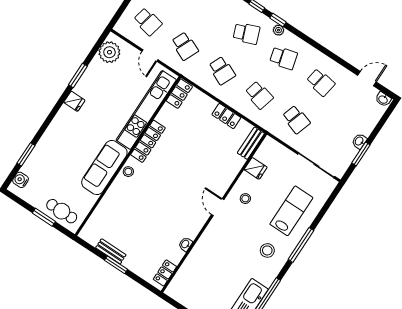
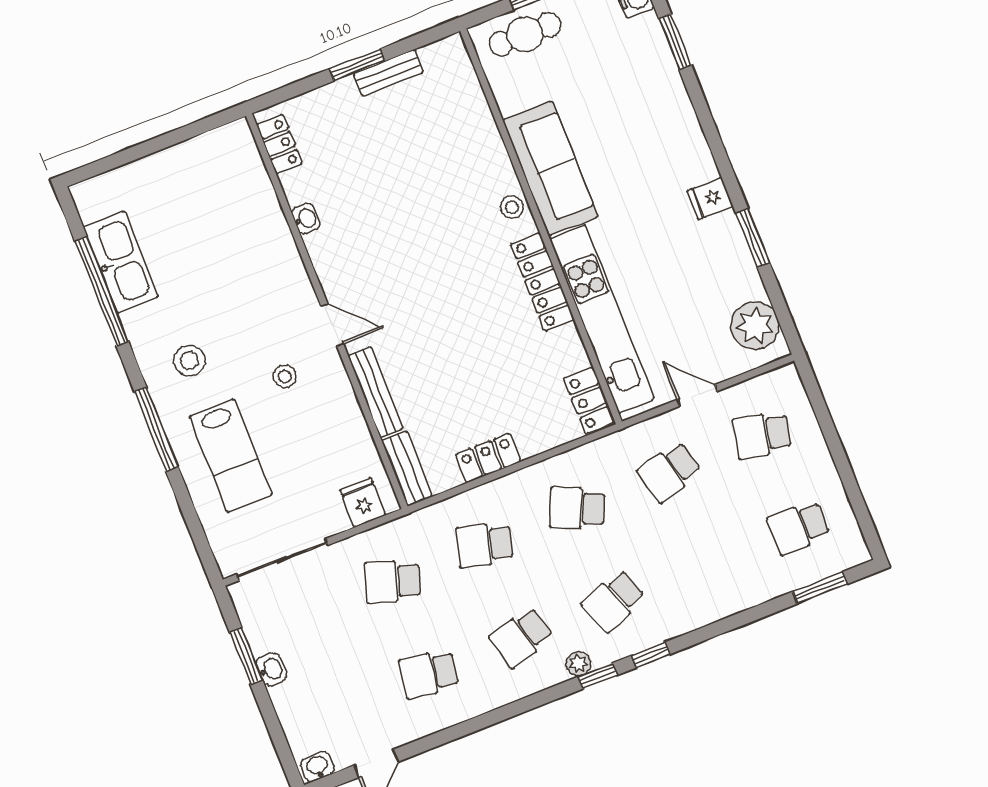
school desk: (185, 46) -> (669, 472), turned -39
fridge: (256, 168) -> (363, 503), moved, turned 90
bench: (231, 174) -> (376, 392), added
stool: (245, 199) -> (285, 376), moved

